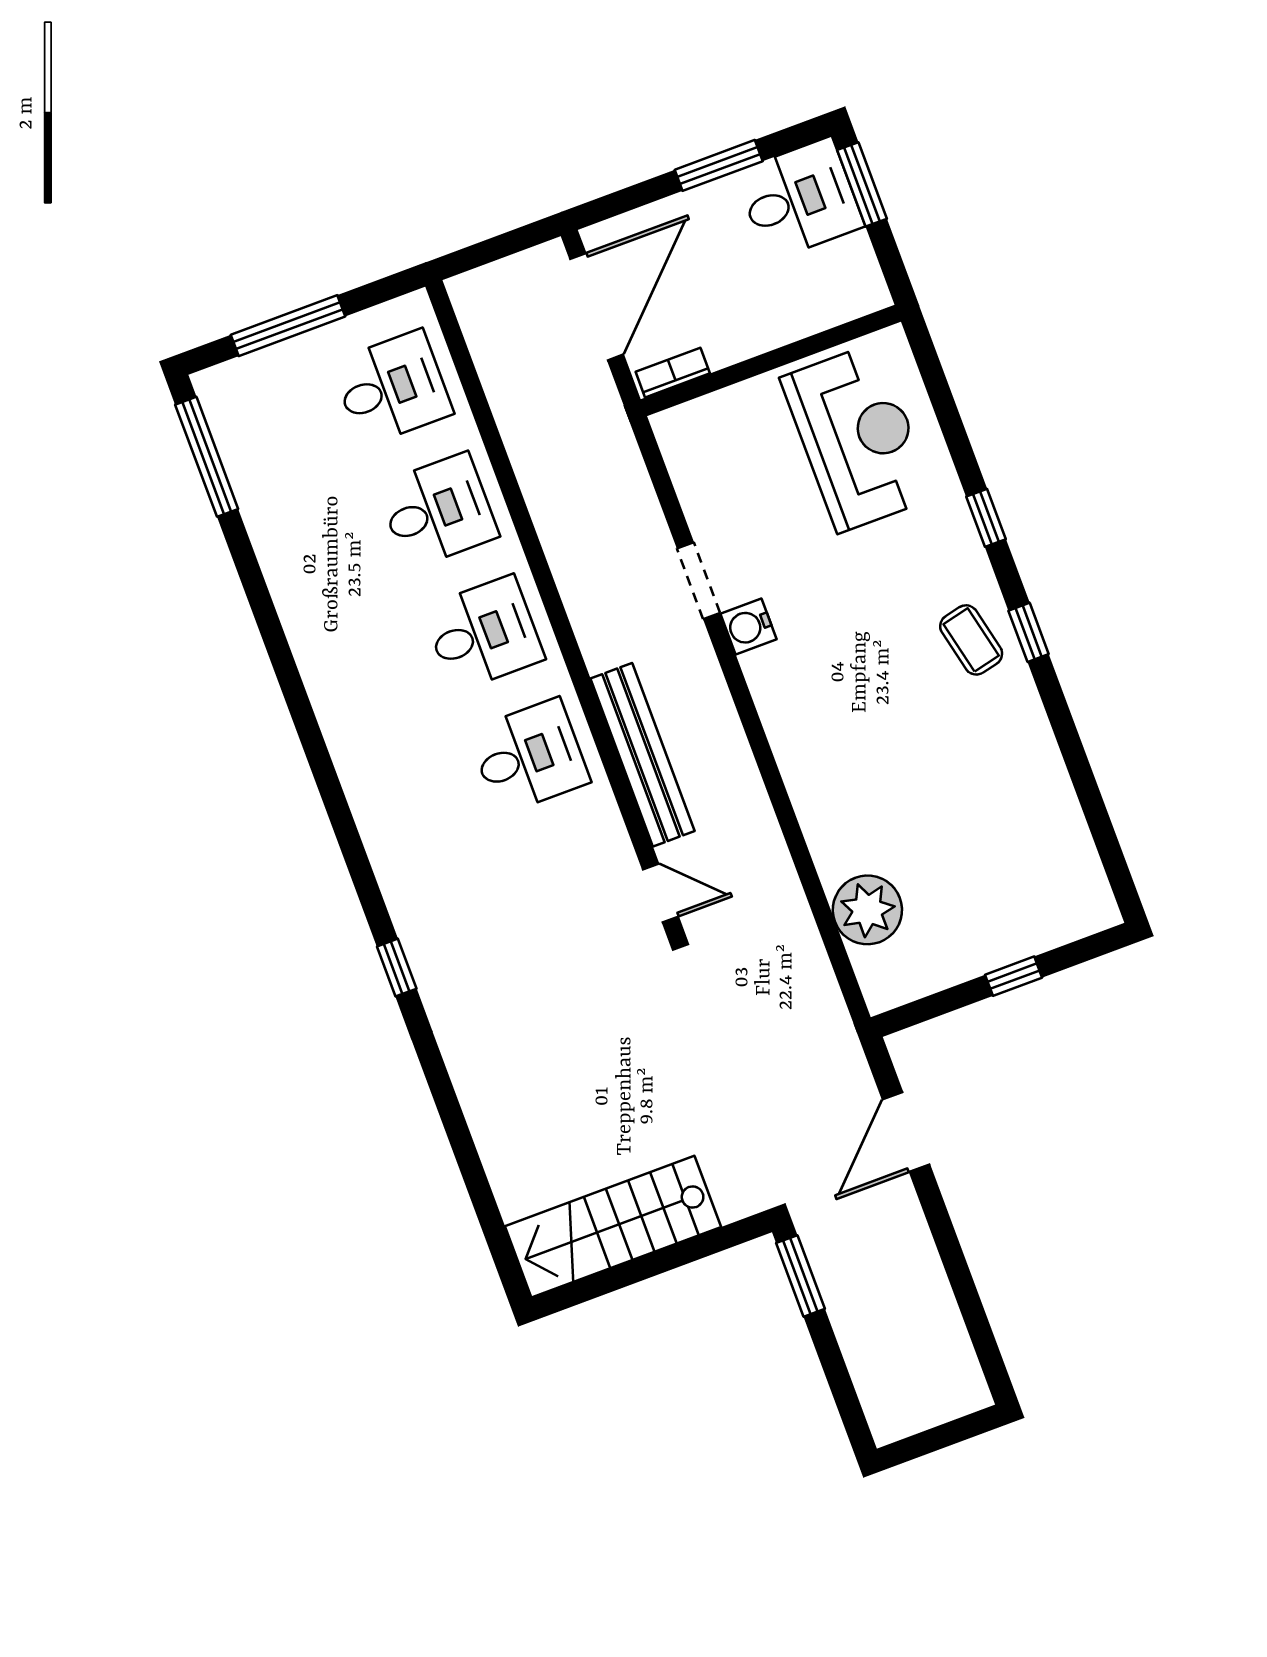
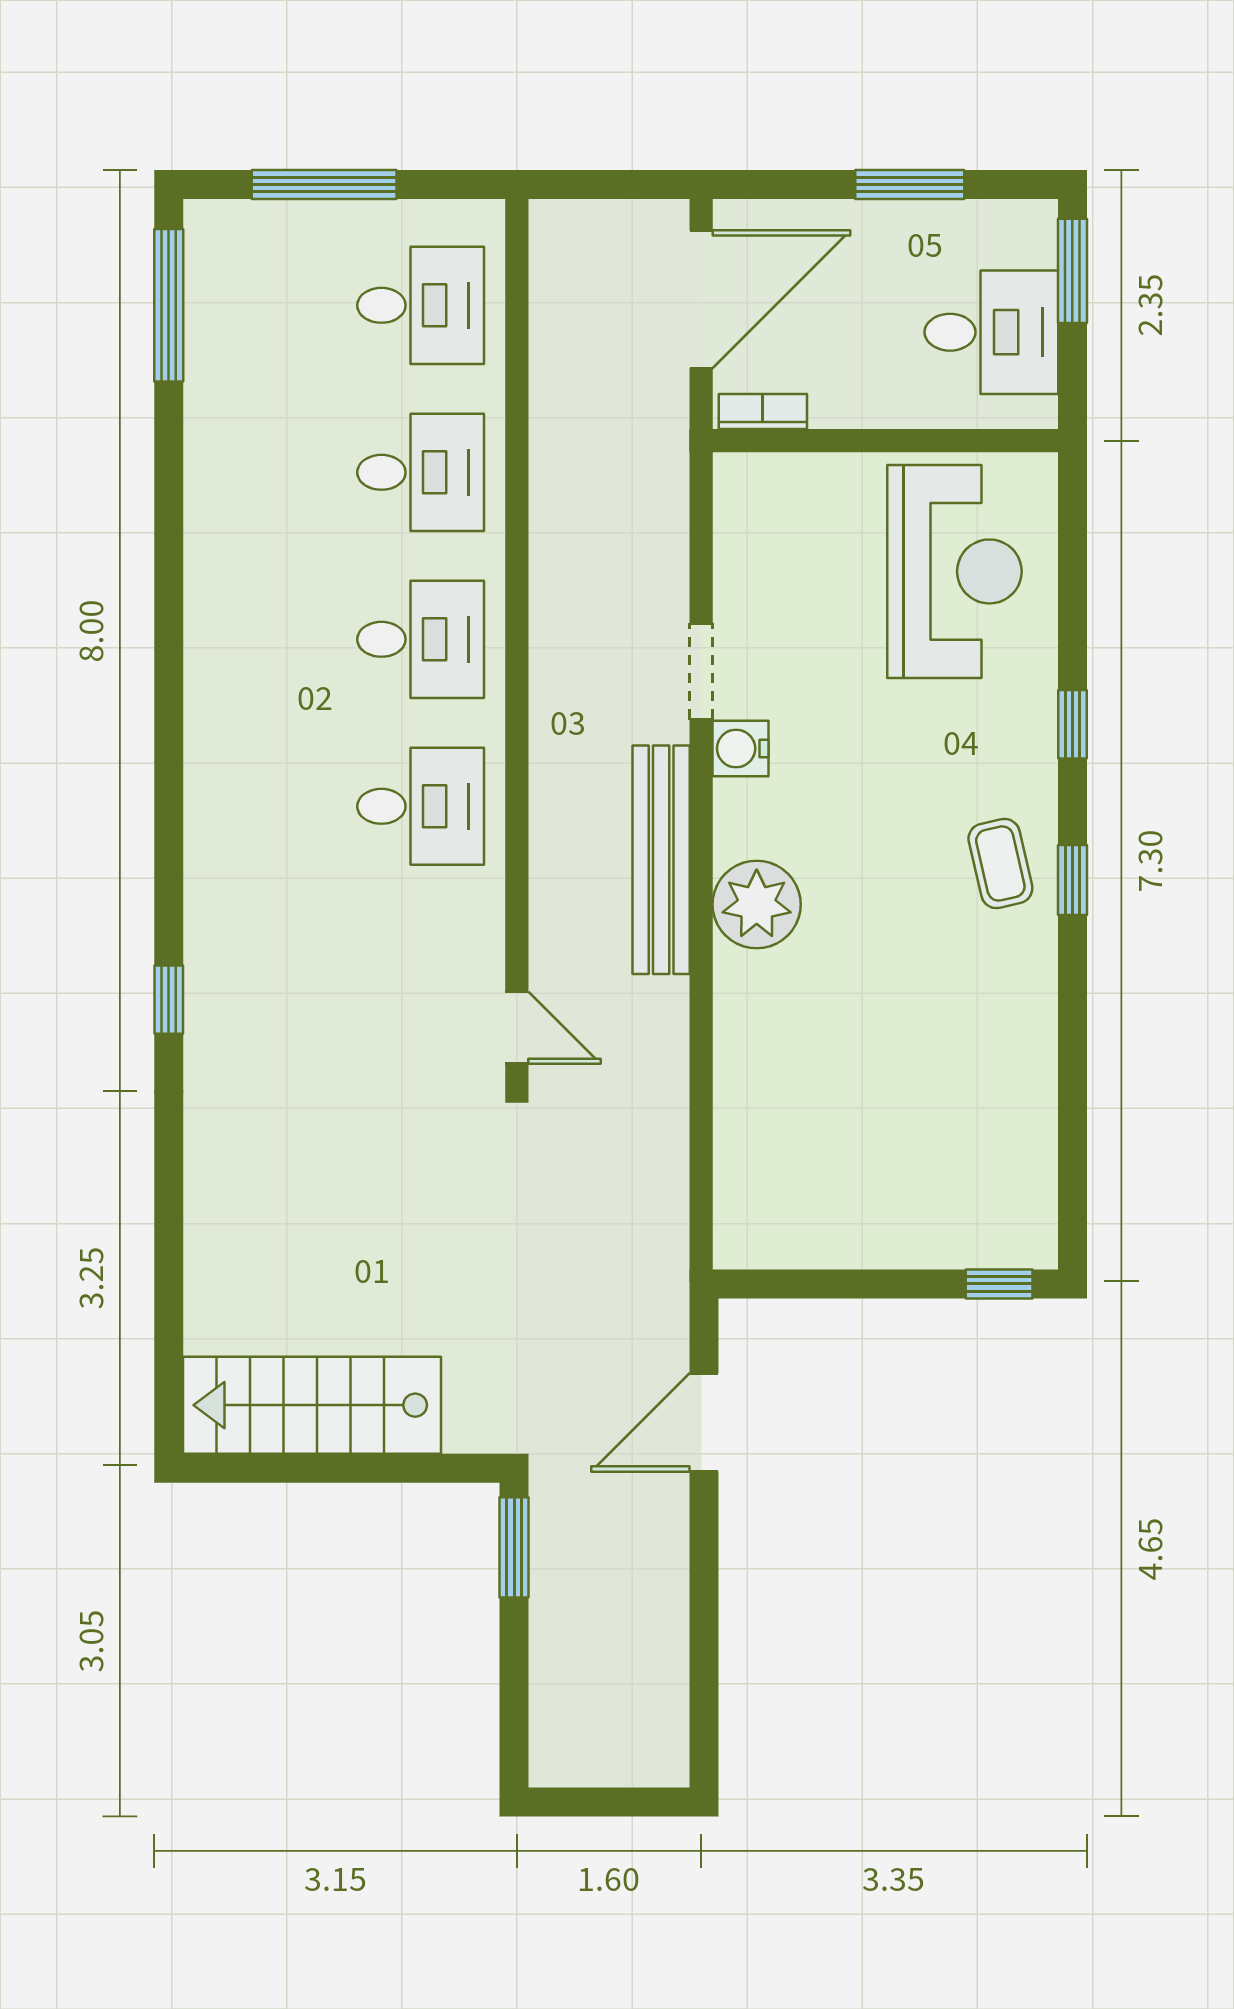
desk: (800, 199) -> (991, 332), moved
bench: (643, 755) -> (661, 860), moved
plant: (867, 910) -> (757, 904), moved
window: (1014, 976) -> (999, 1284), moved

